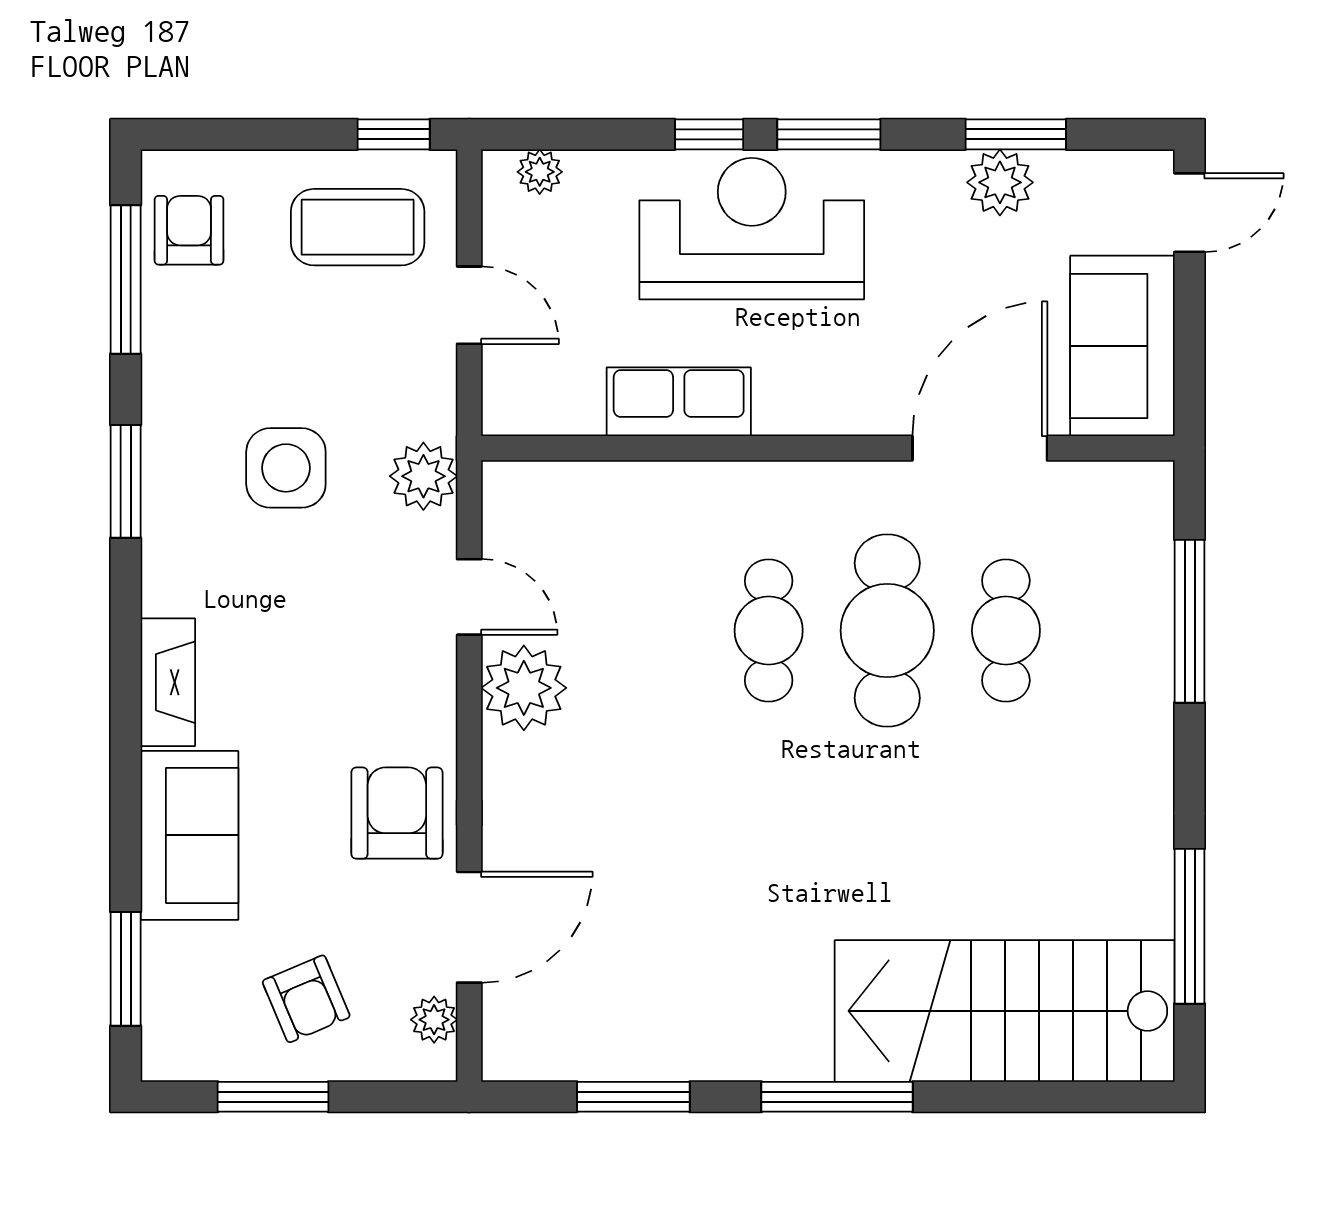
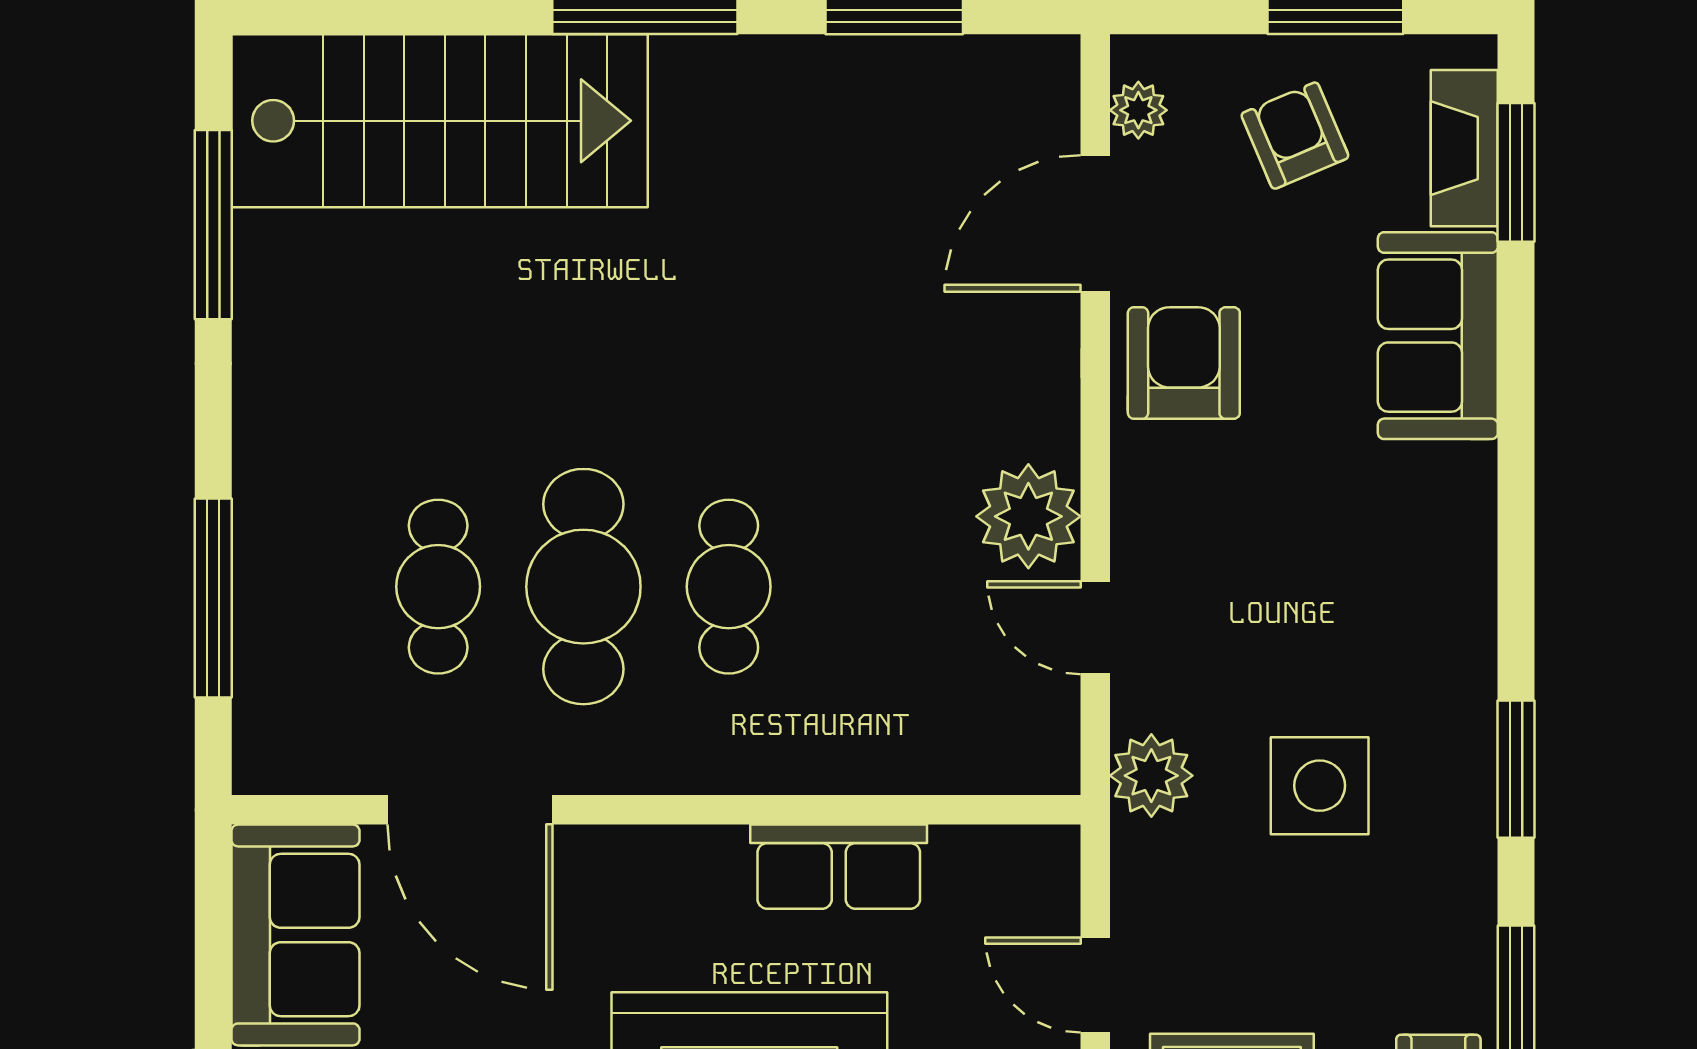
door: (980, 448) -> (470, 810), hinge flipped
fireplace: (168, 682) -> (1464, 148), moved
armchair: (397, 813) -> (1184, 363), turned 180

